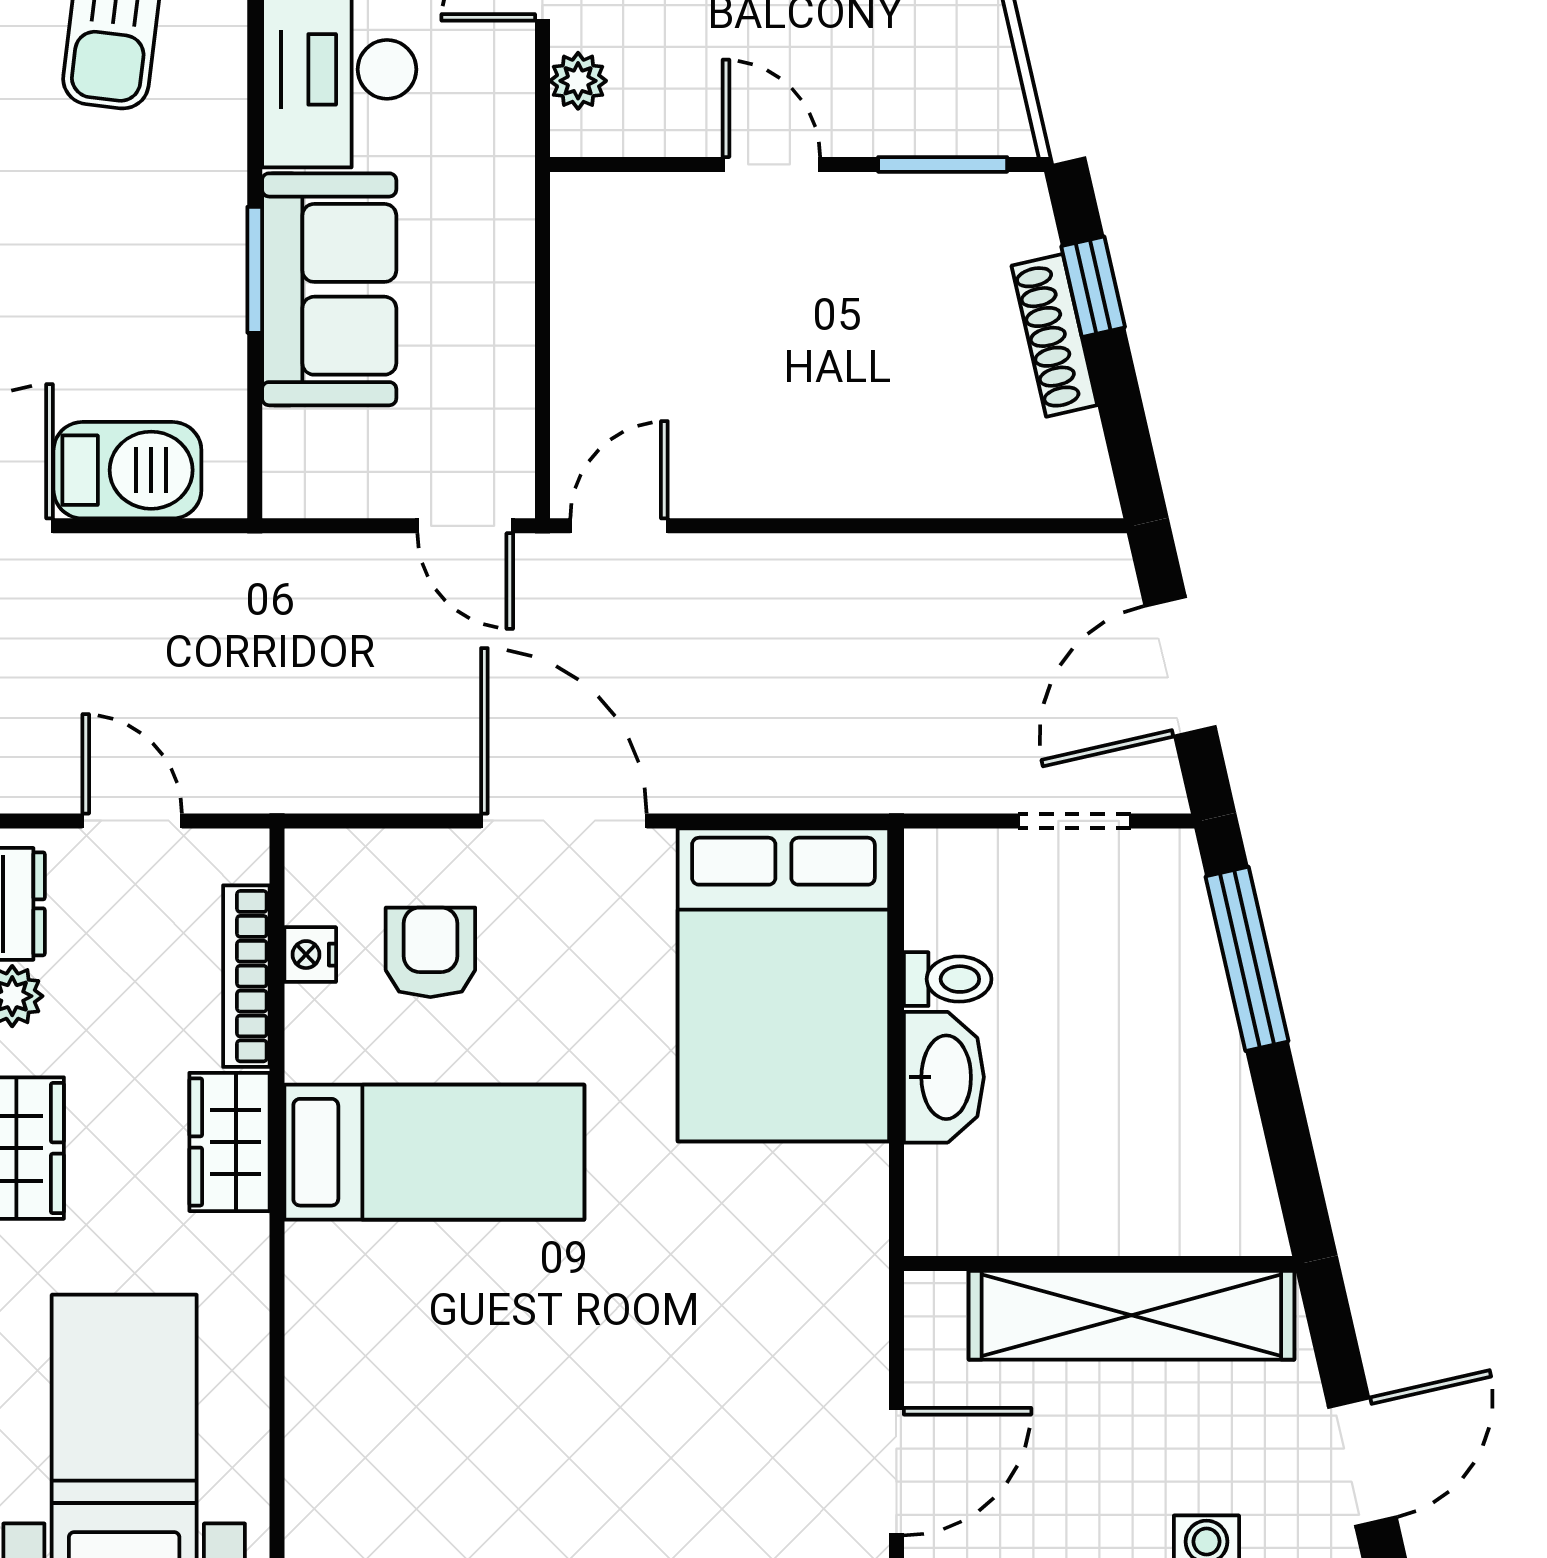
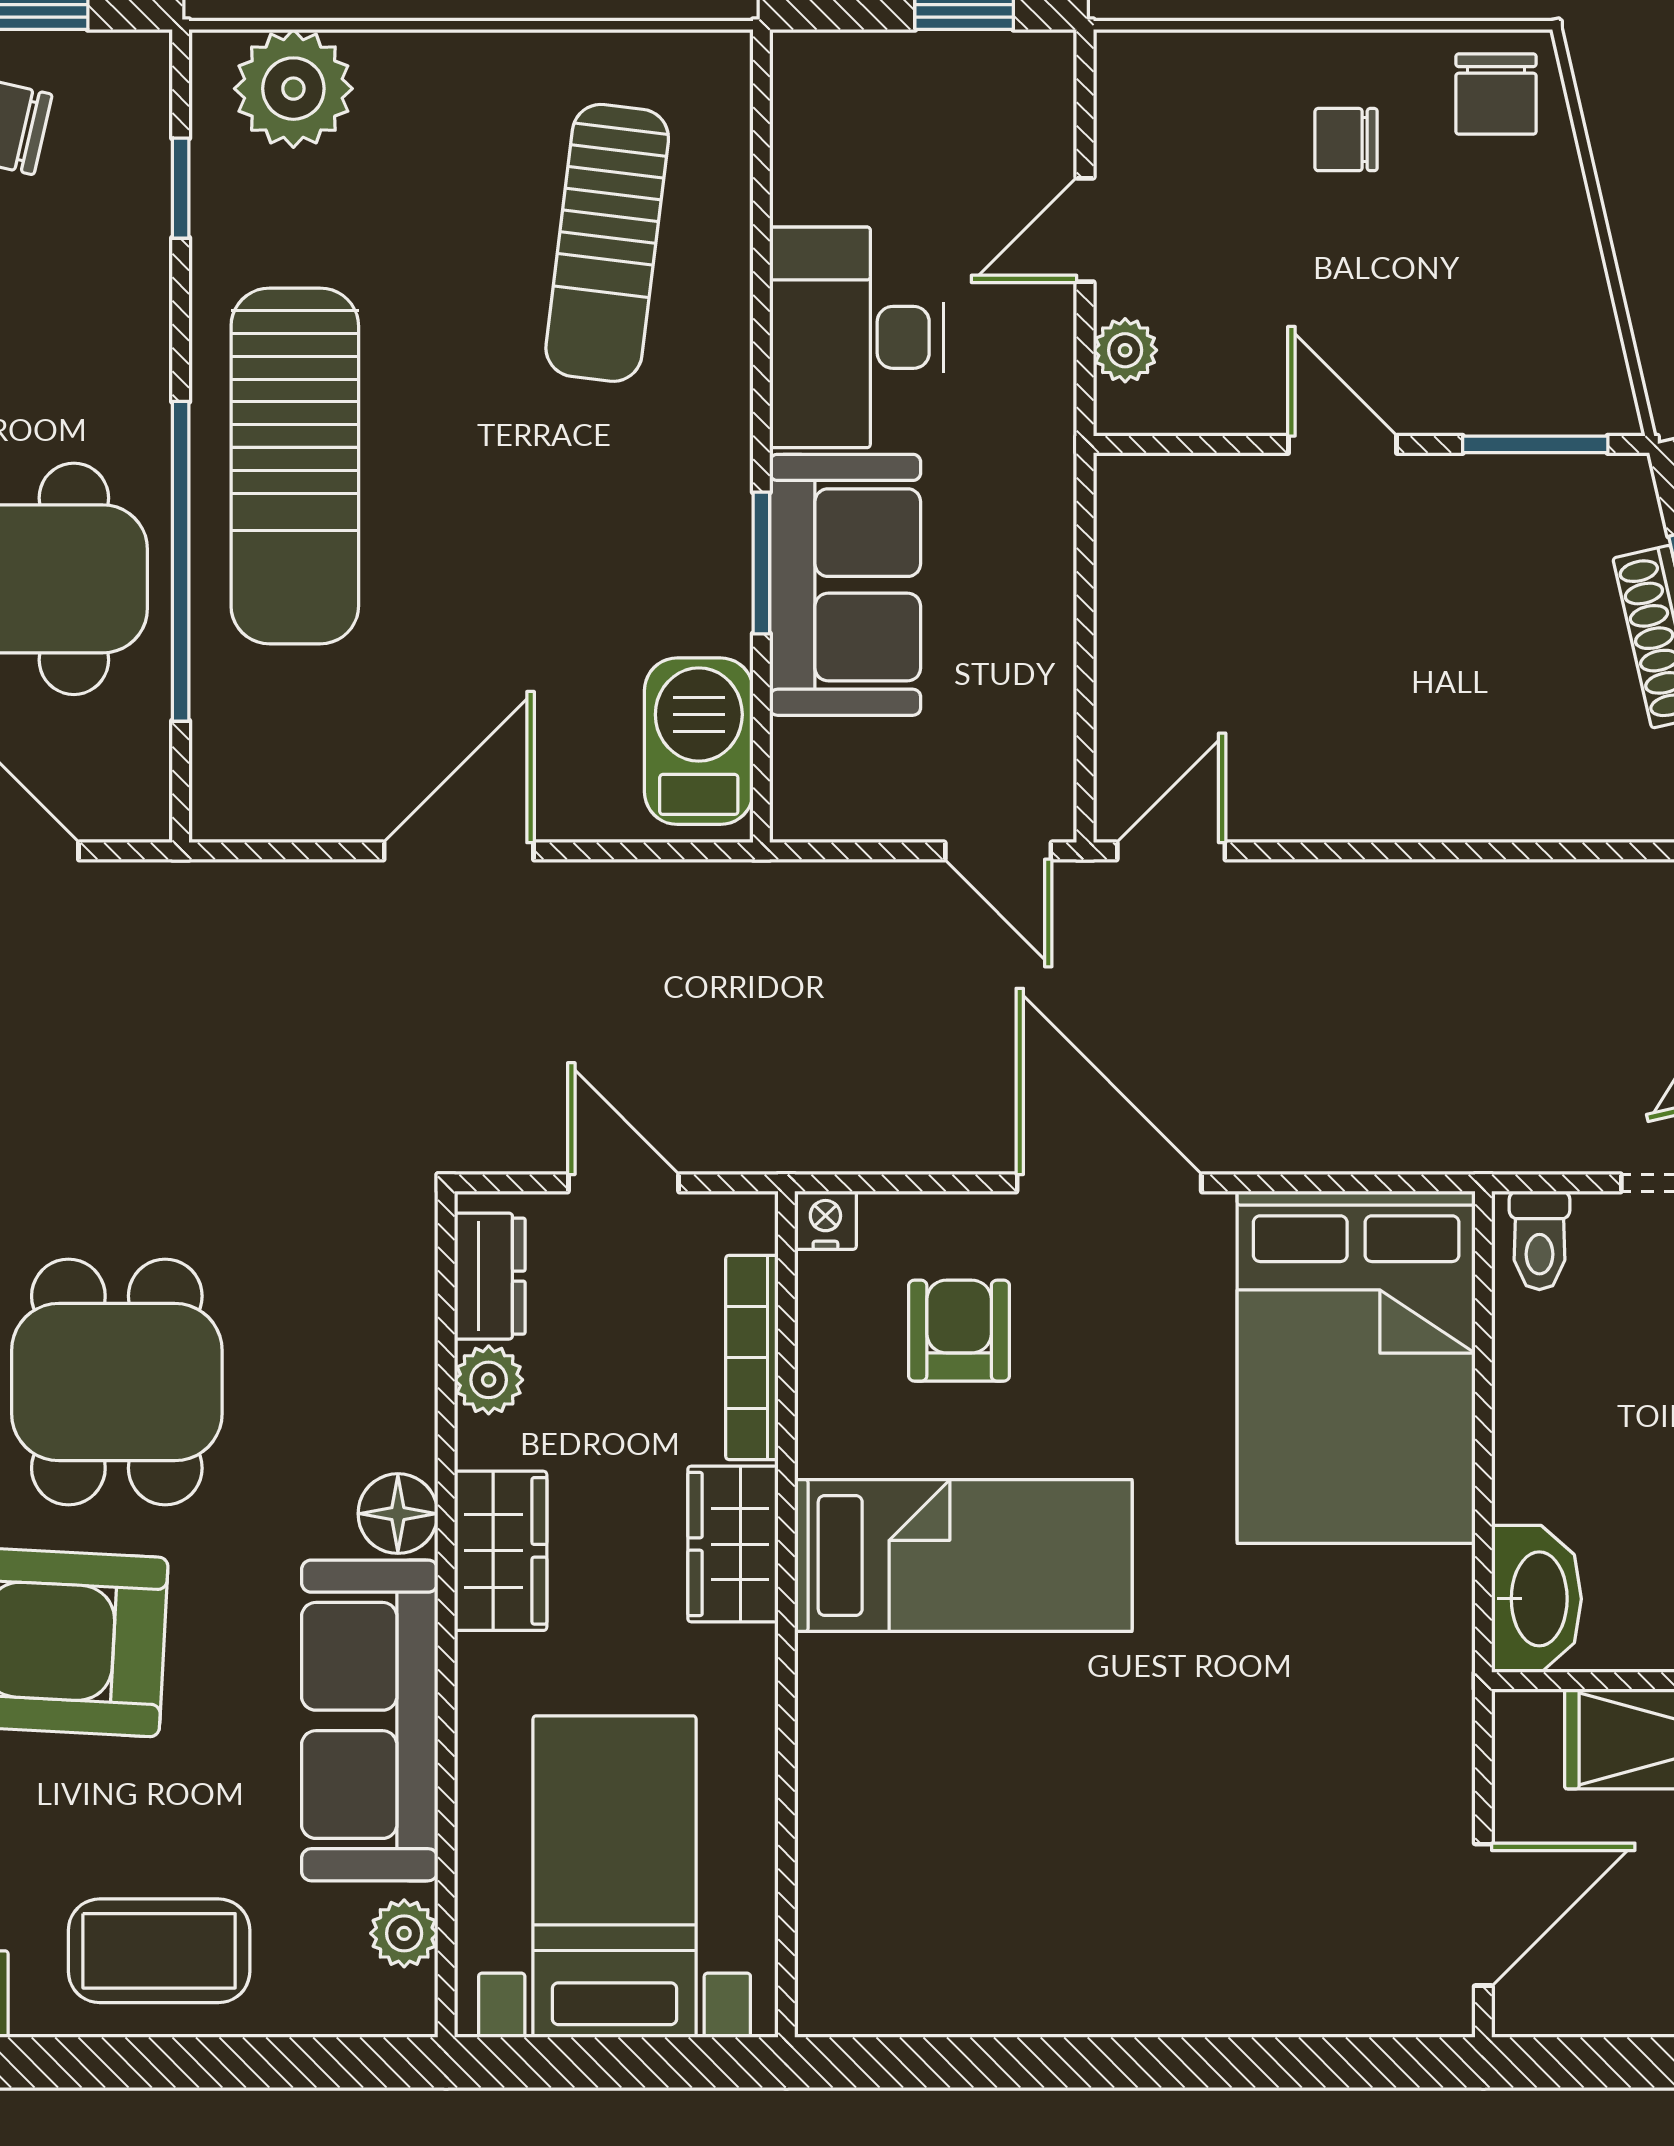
barbecue: (127, 470) -> (699, 741), moved, turned -90
nightstand: (310, 955) -> (825, 1220), moved, turned 90
toilet: (948, 979) -> (1539, 1240), moved, turned 90
washbasin: (944, 1077) -> (1537, 1599), moved

